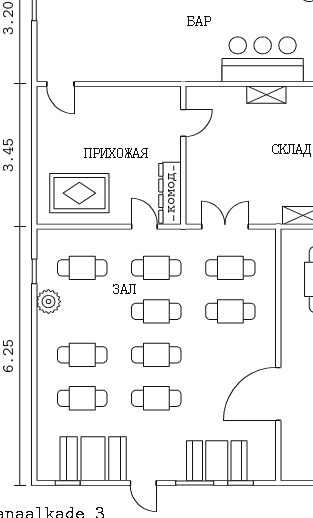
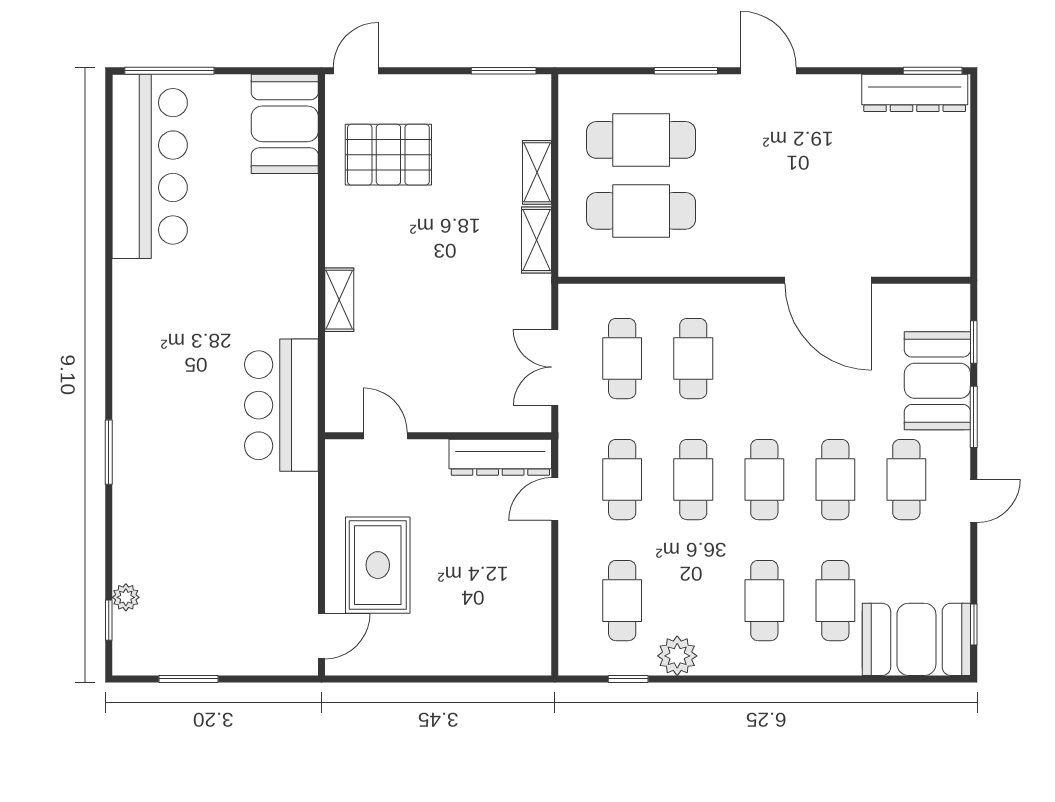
bar counter: (263, 59) -> (281, 405), moved
rug: (79, 193) -> (378, 565), moved
cafe table: (156, 442) -> (906, 480), added
booth: (93, 459) -> (916, 639), moved, turned 90

